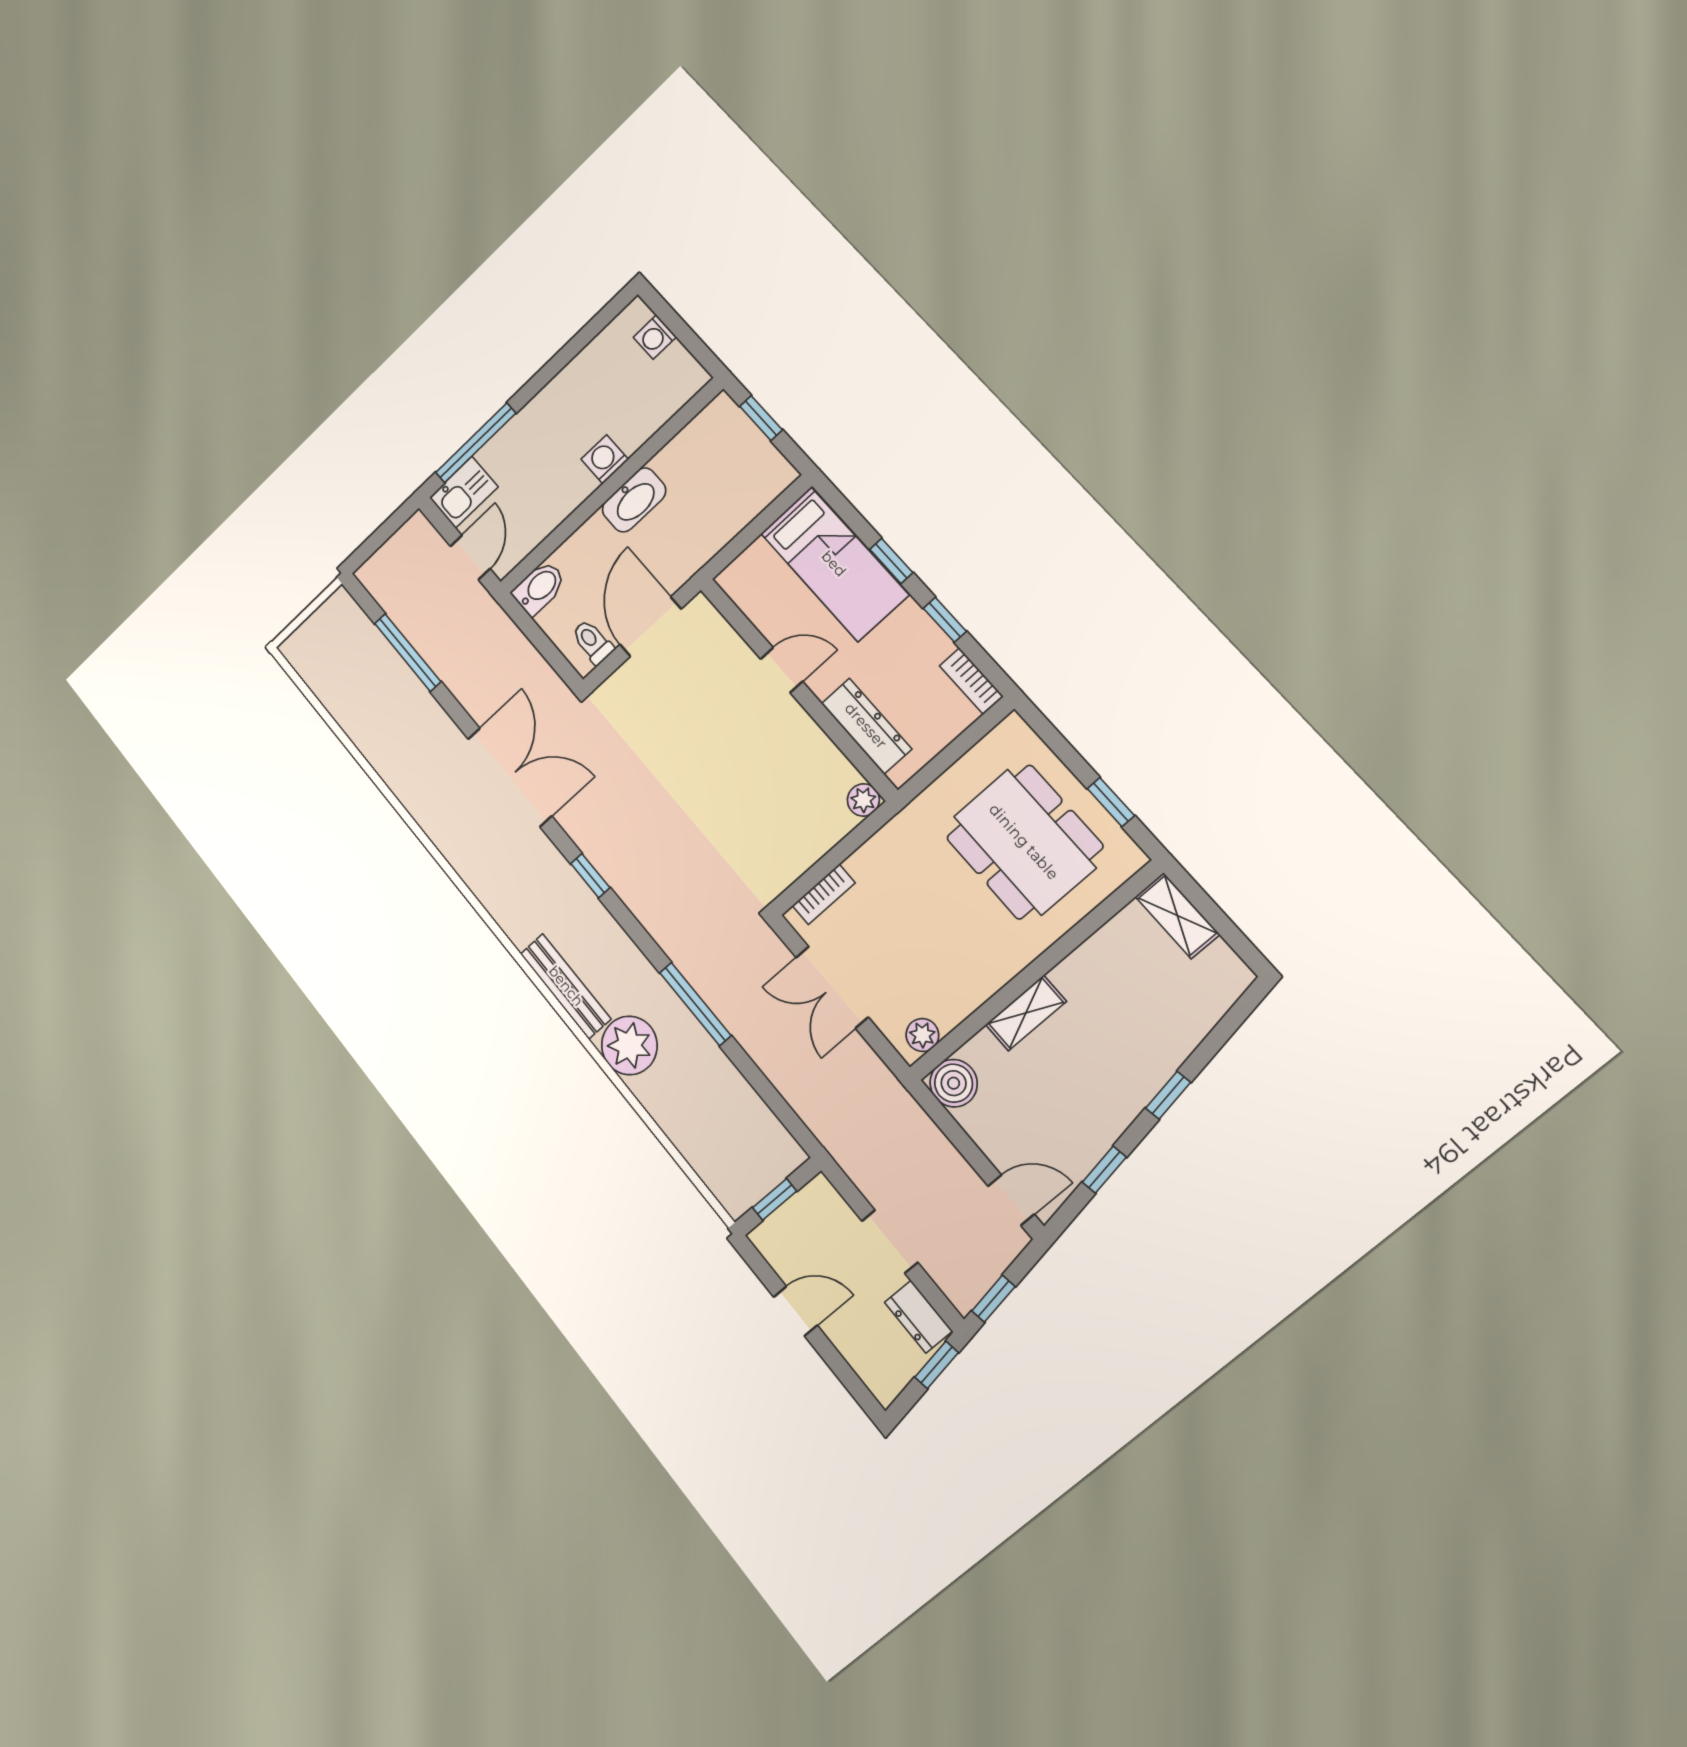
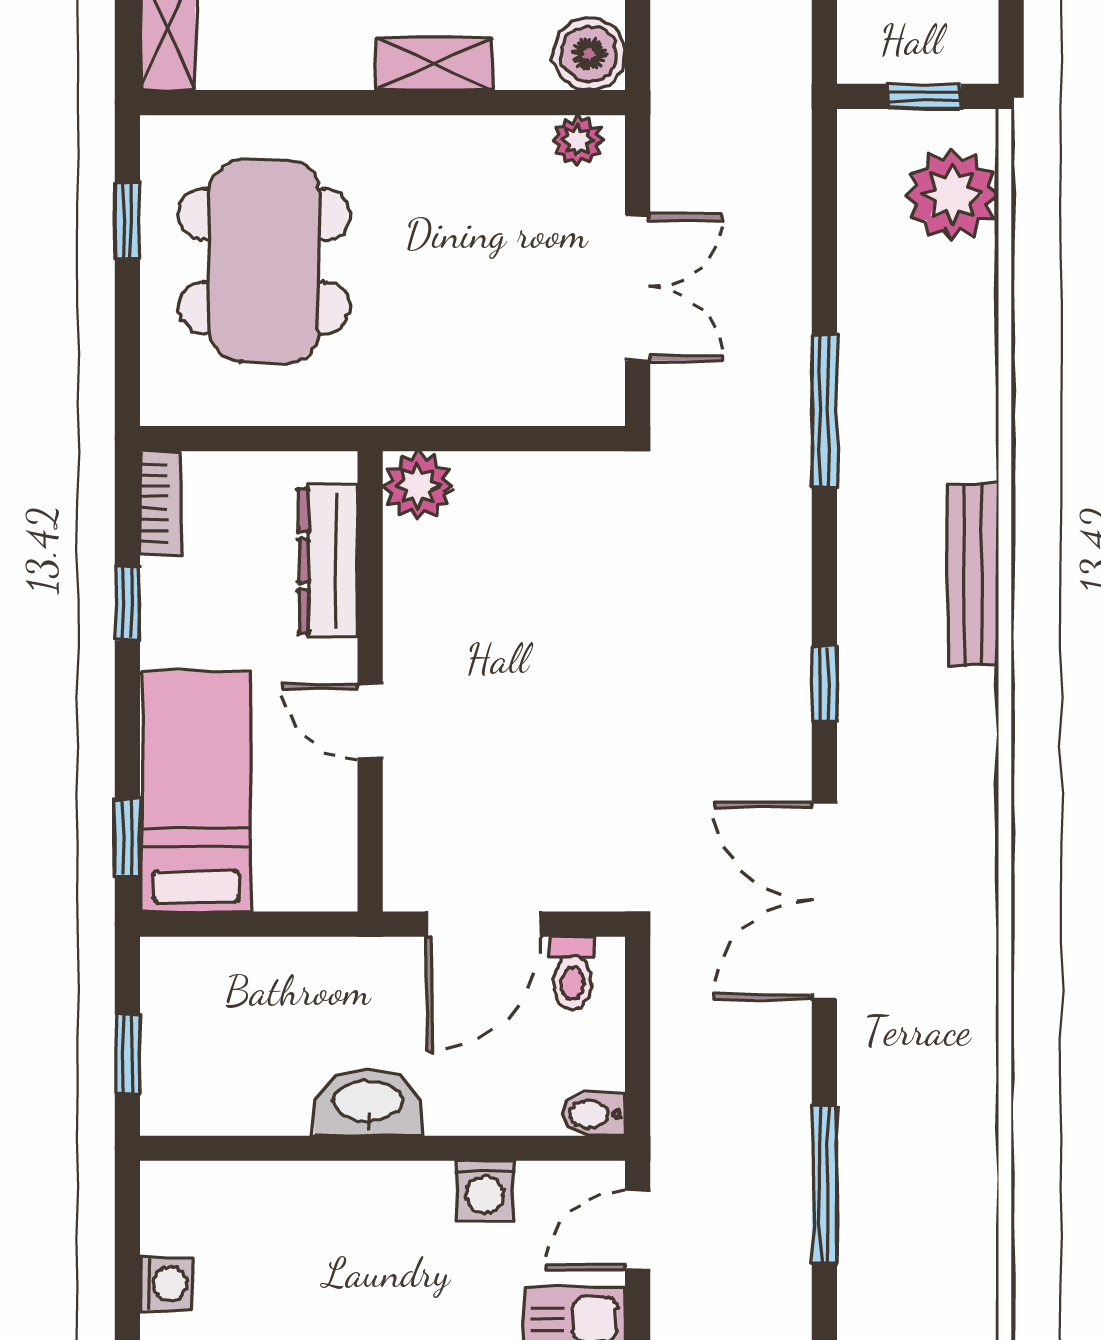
washing machine: (605, 459) -> (485, 1190), moved
window: (891, 561) -> (127, 837), moved
bidet: (539, 588) -> (593, 1114), width x0.72, depth x0.74
plant: (863, 800) -> (417, 486), width x1.38, depth x1.38
bookcase: (824, 894) -> (552, 406), removed
plant: (629, 1045) -> (952, 195), moved

